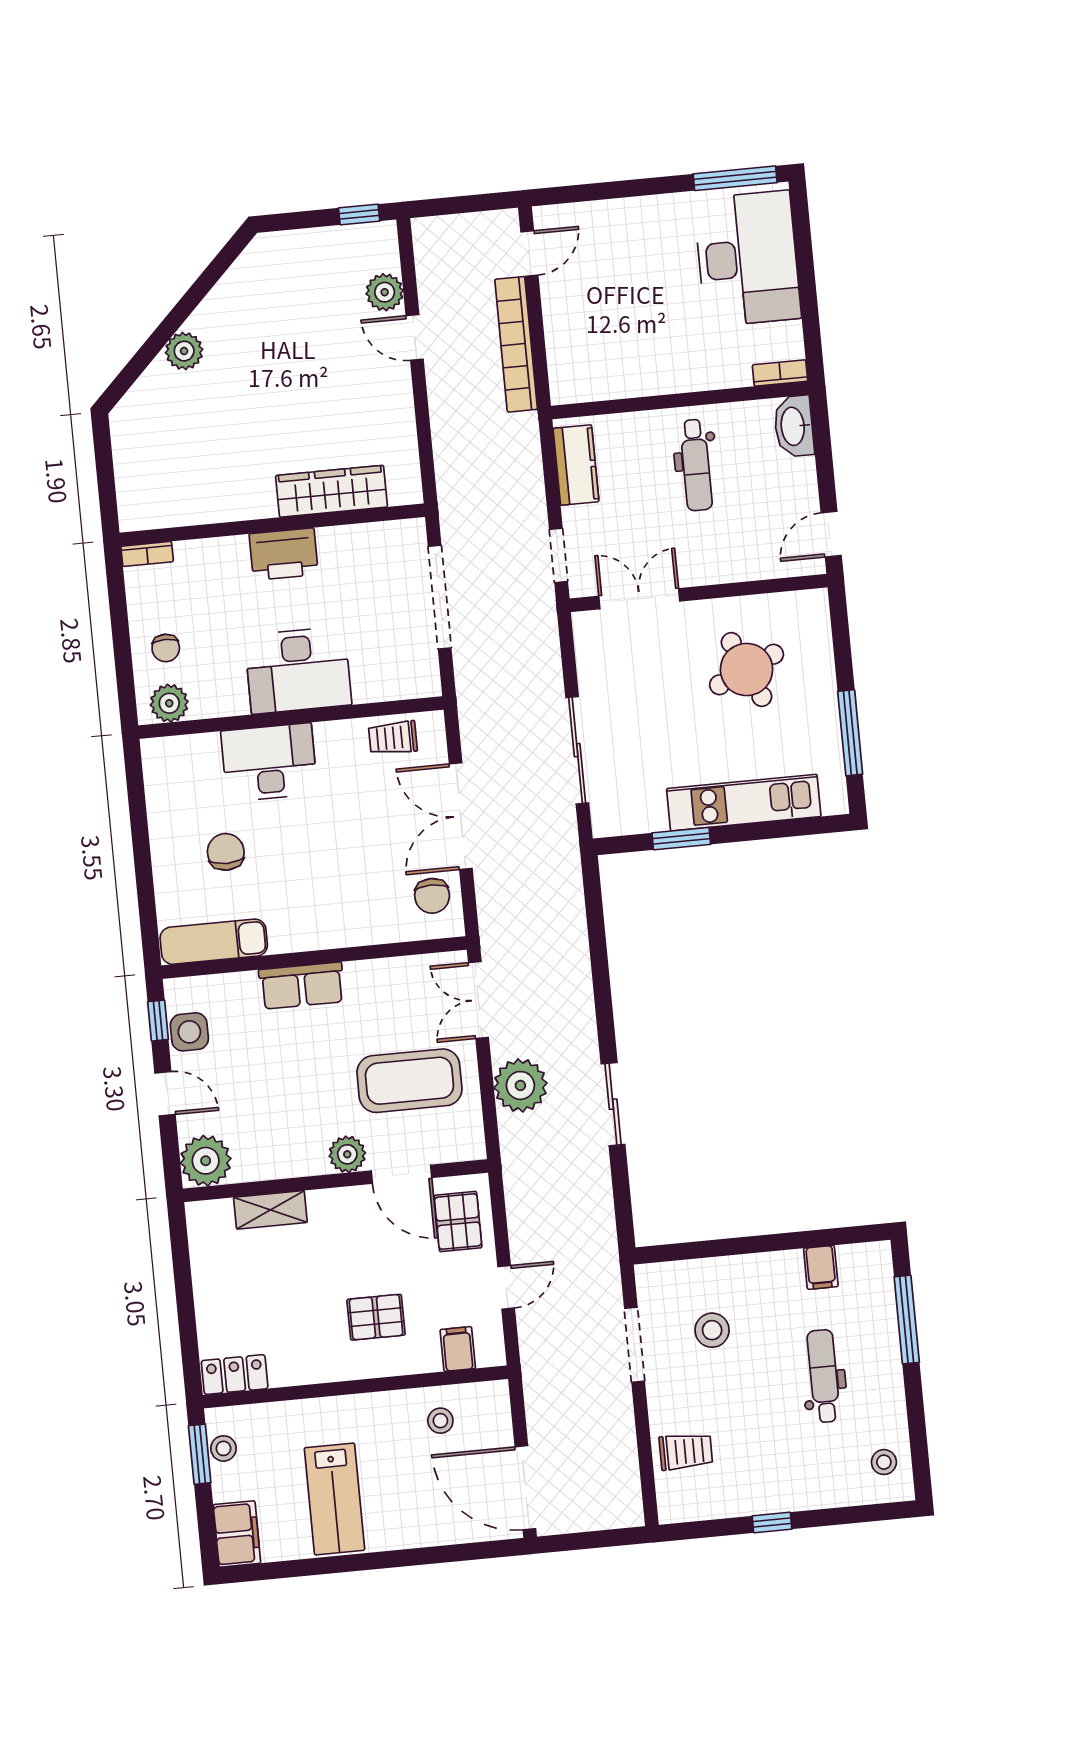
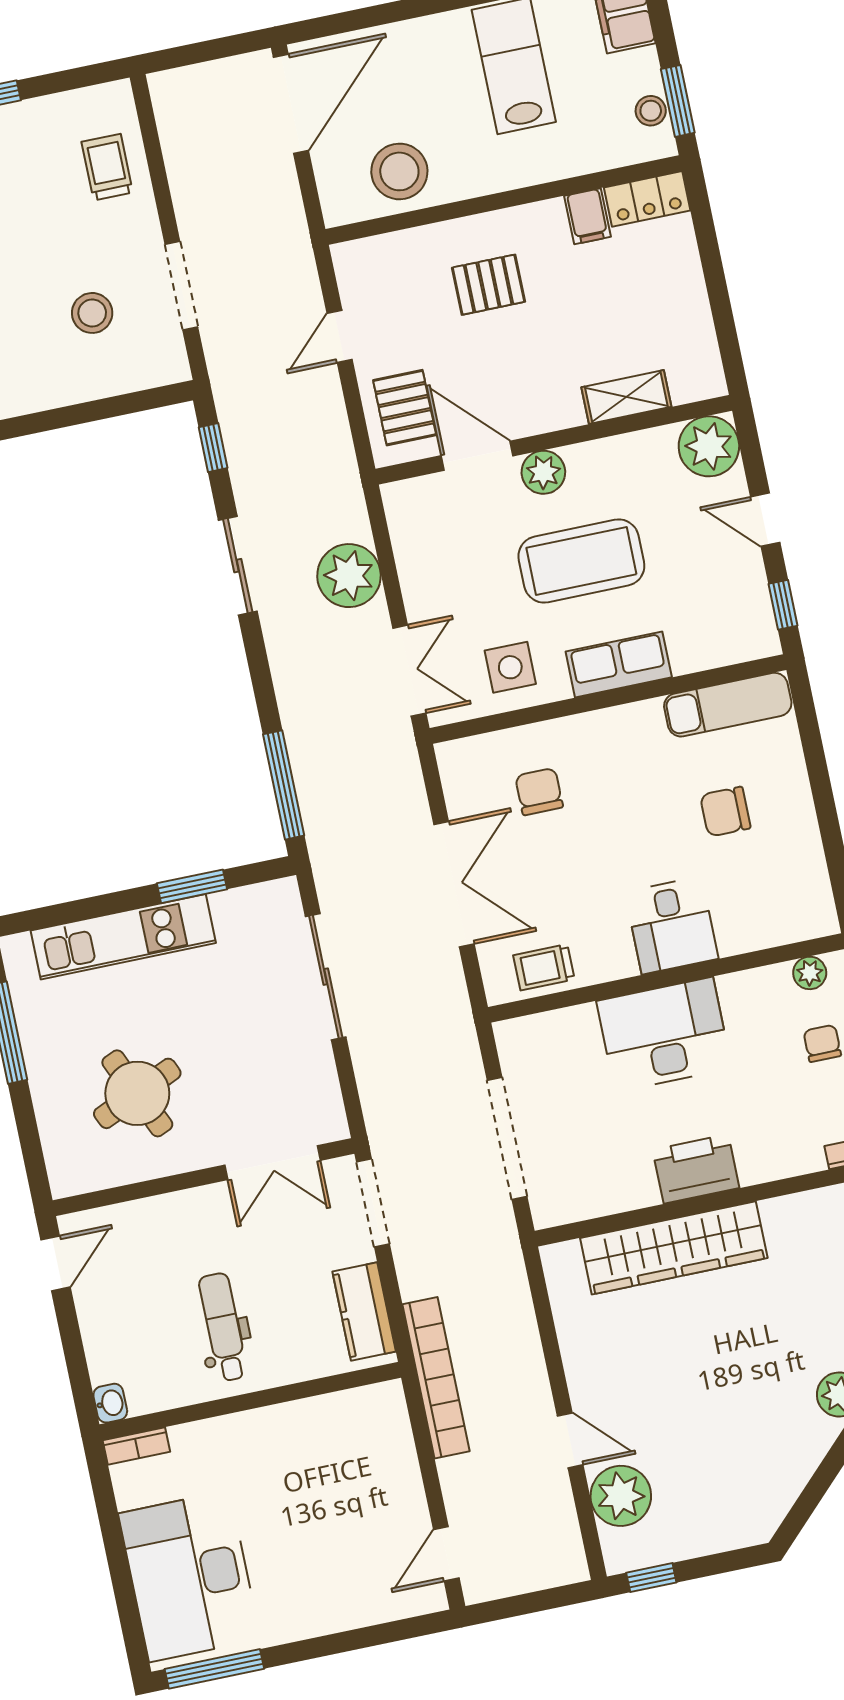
plant: (385, 292) -> (621, 1496), width x1.36, depth x1.36
bookcase: (516, 344) -> (436, 1378), moved
washbasin: (794, 426) -> (110, 1403), width x0.52, depth x0.69
wardrobe: (332, 491) -> (674, 1248), width x1.40, depth x1.17
doorway: (558, 555) -> (373, 1203), width x1.38
plant: (169, 703) -> (810, 973), width x0.73, depth x0.73
trolley: (393, 738) -> (544, 967), turned 180
desk: (269, 762) -> (672, 925), width x0.73
chair: (226, 852) -> (725, 812), turned 90
chair: (432, 896) -> (539, 792), moved
window: (595, 915) -> (284, 785), added
side table: (189, 1032) -> (510, 667), moved
coffee table: (409, 1081) -> (581, 561), moved
window: (623, 1206) -> (213, 448), added
filing cabinet: (458, 1349) -> (588, 216), moved
stool: (440, 1421) -> (399, 171), width x1.89, depth x1.89
trolley: (686, 1451) -> (107, 167), turned 90
door: (525, 1488) -> (291, 104), hinge flipped

